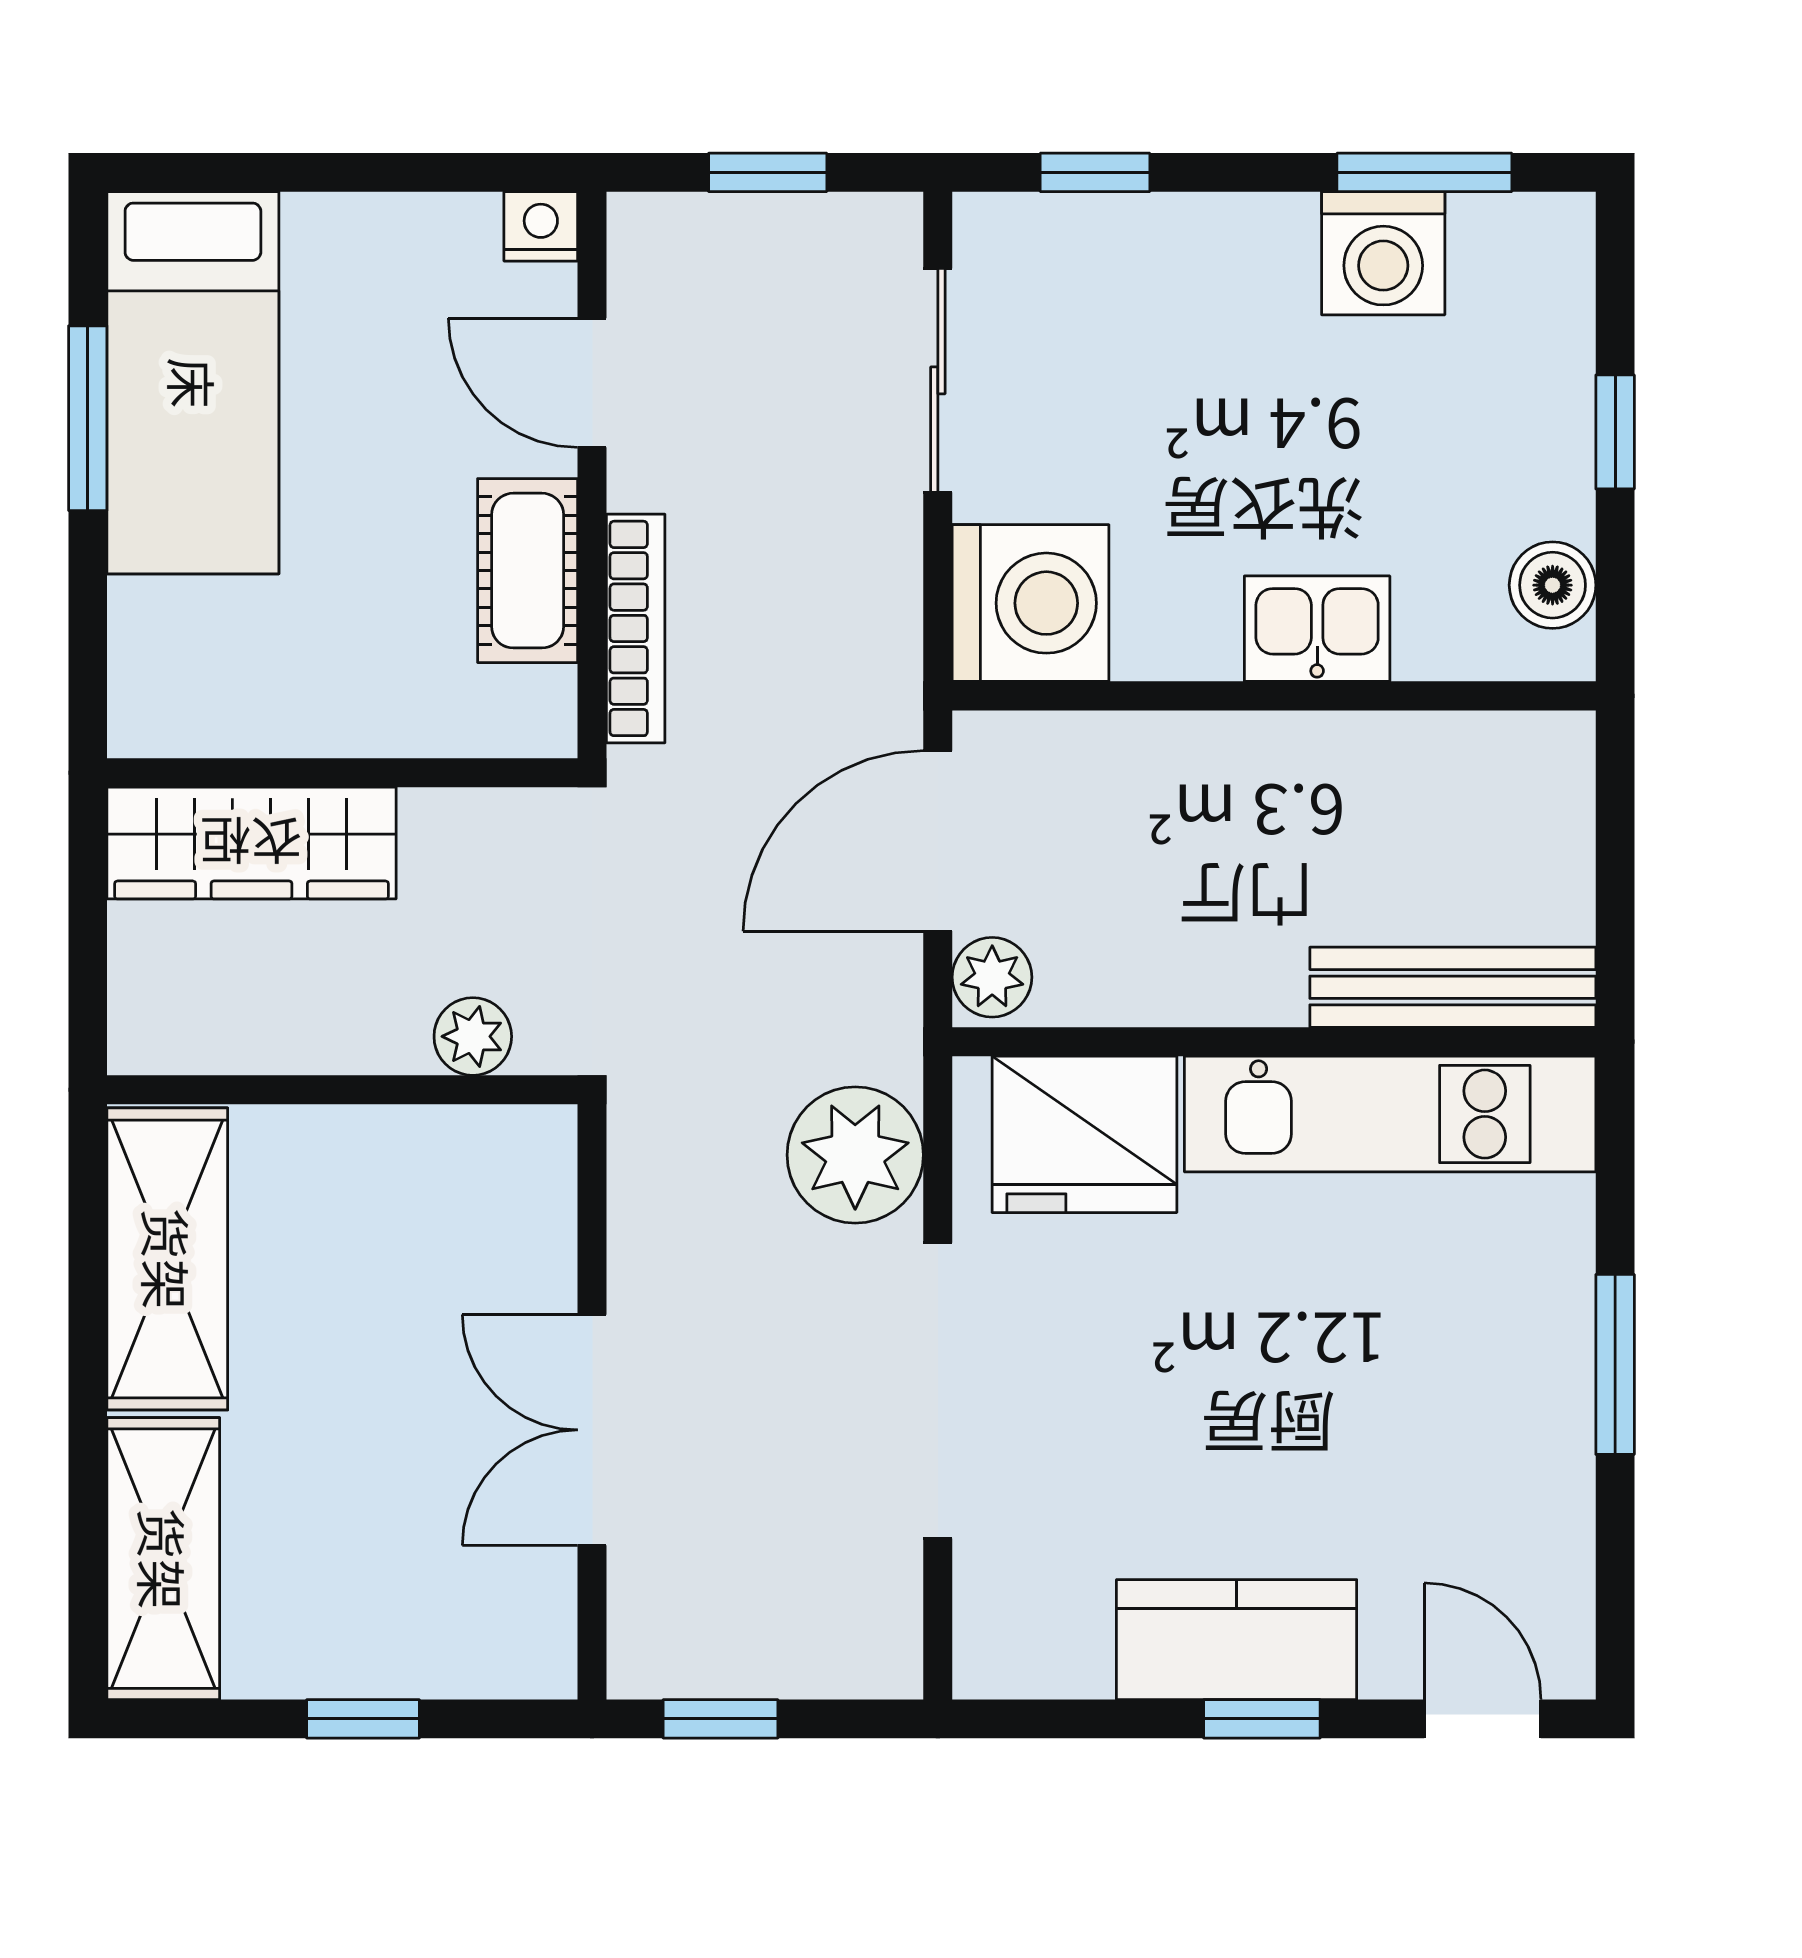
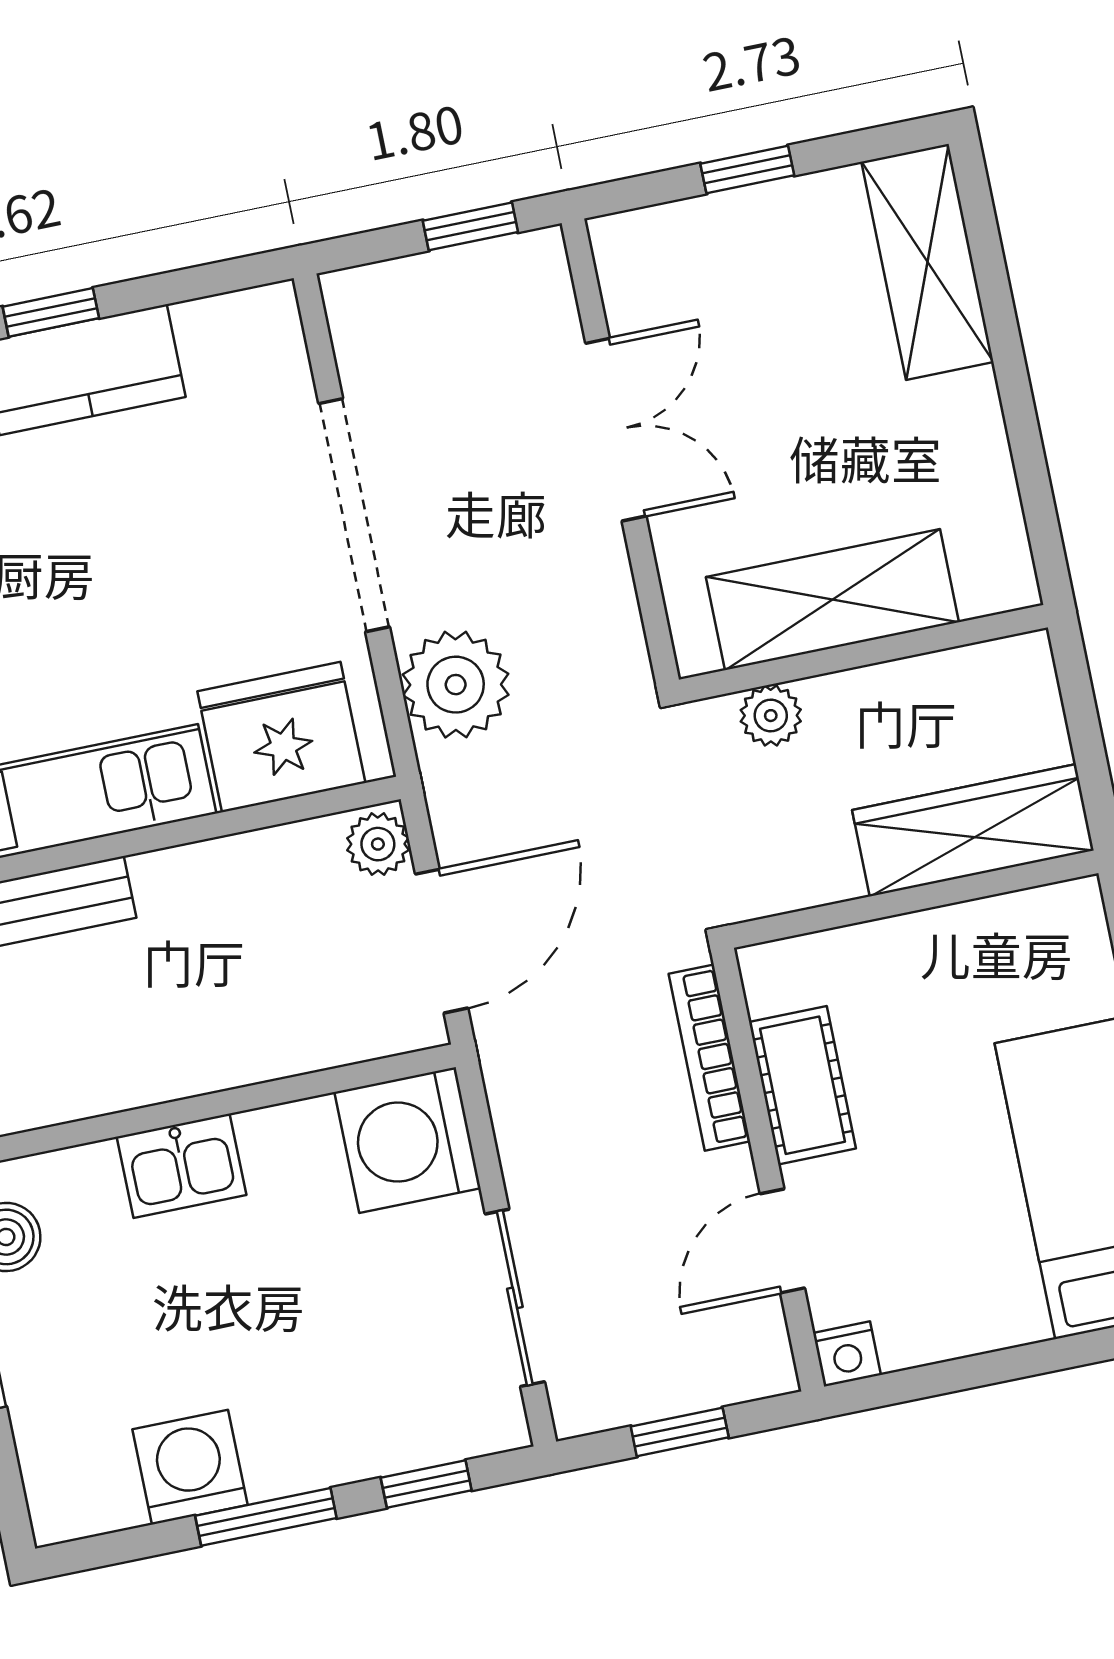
window: (1424, 172) -> (266, 1517), moved
door: (592, 383) -> (782, 1241), swing flipped
shelving: (167, 1259) -> (832, 600), moved, turned 90

